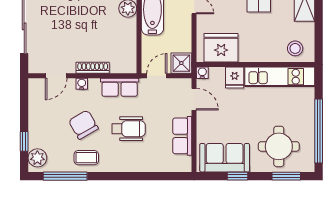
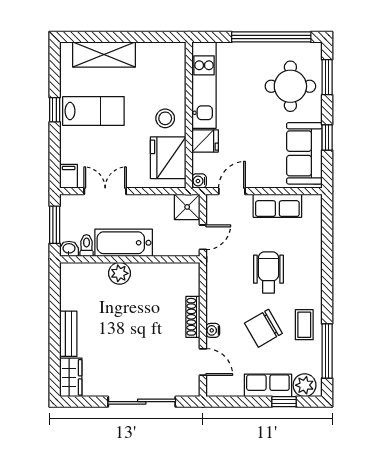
stool: (295, 48) -> (165, 118), moved
door: (157, 76) -> (203, 237), swing flipped
row of seats: (120, 87) -> (268, 385), moved, turned -90

